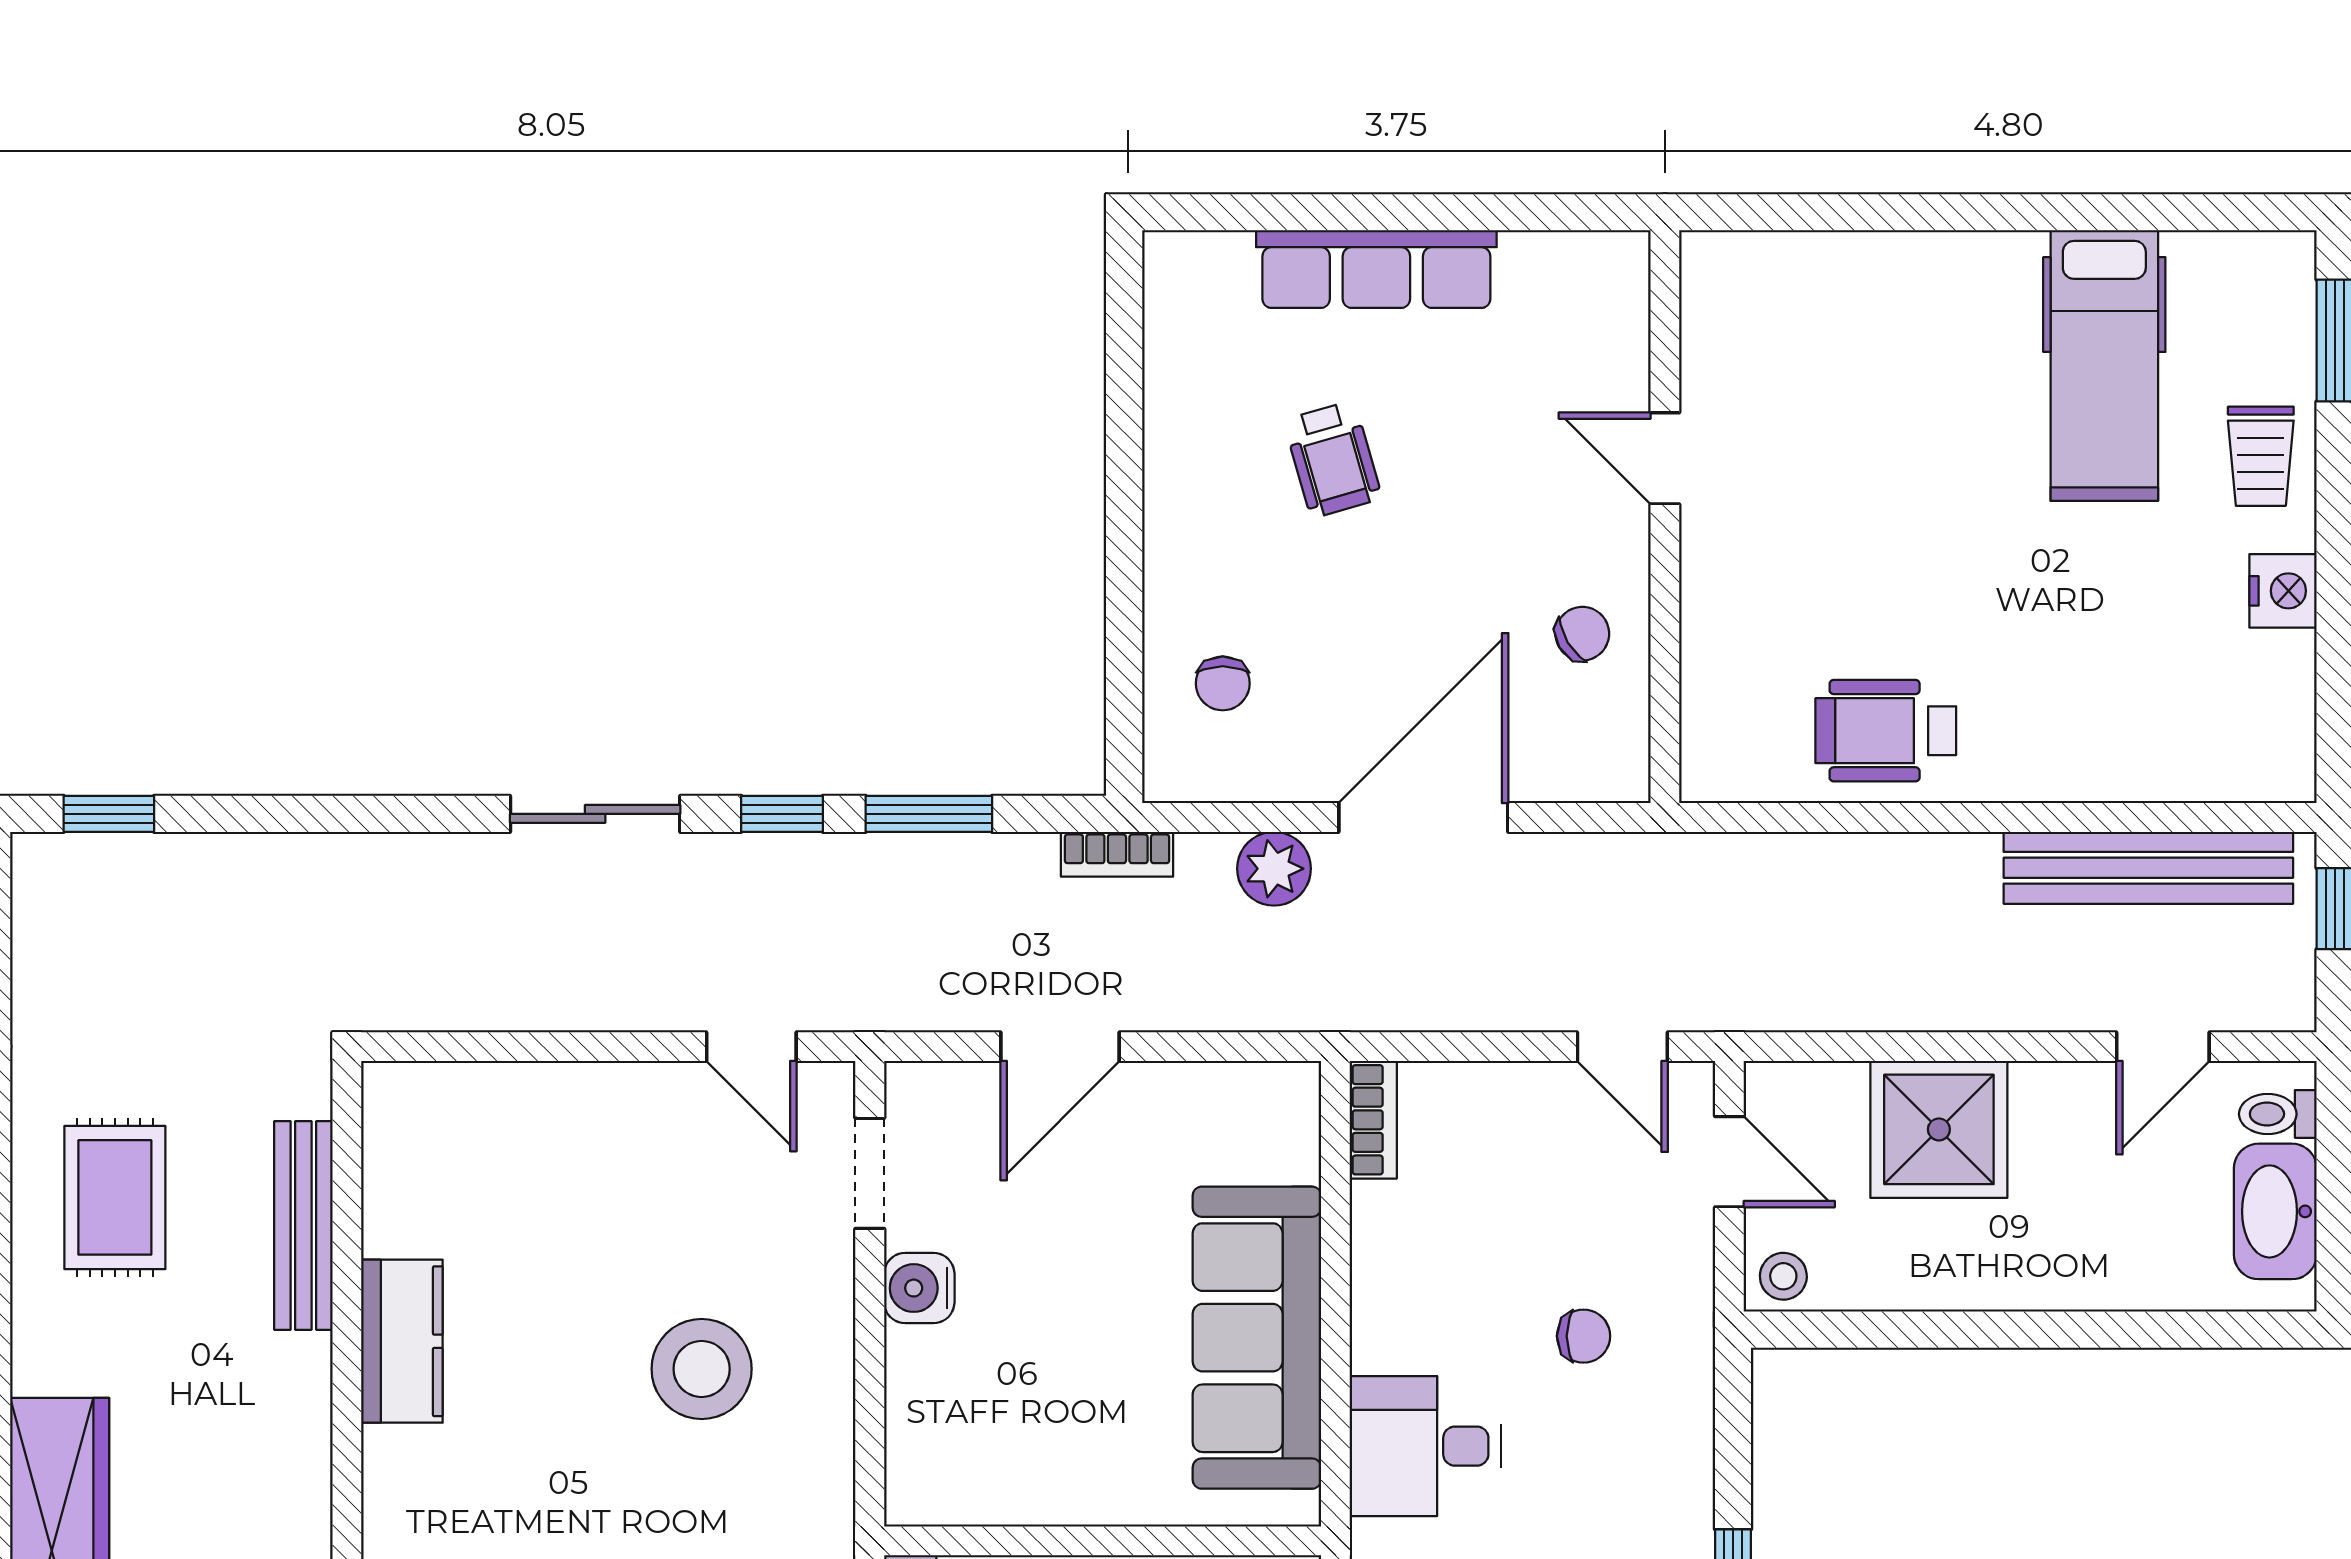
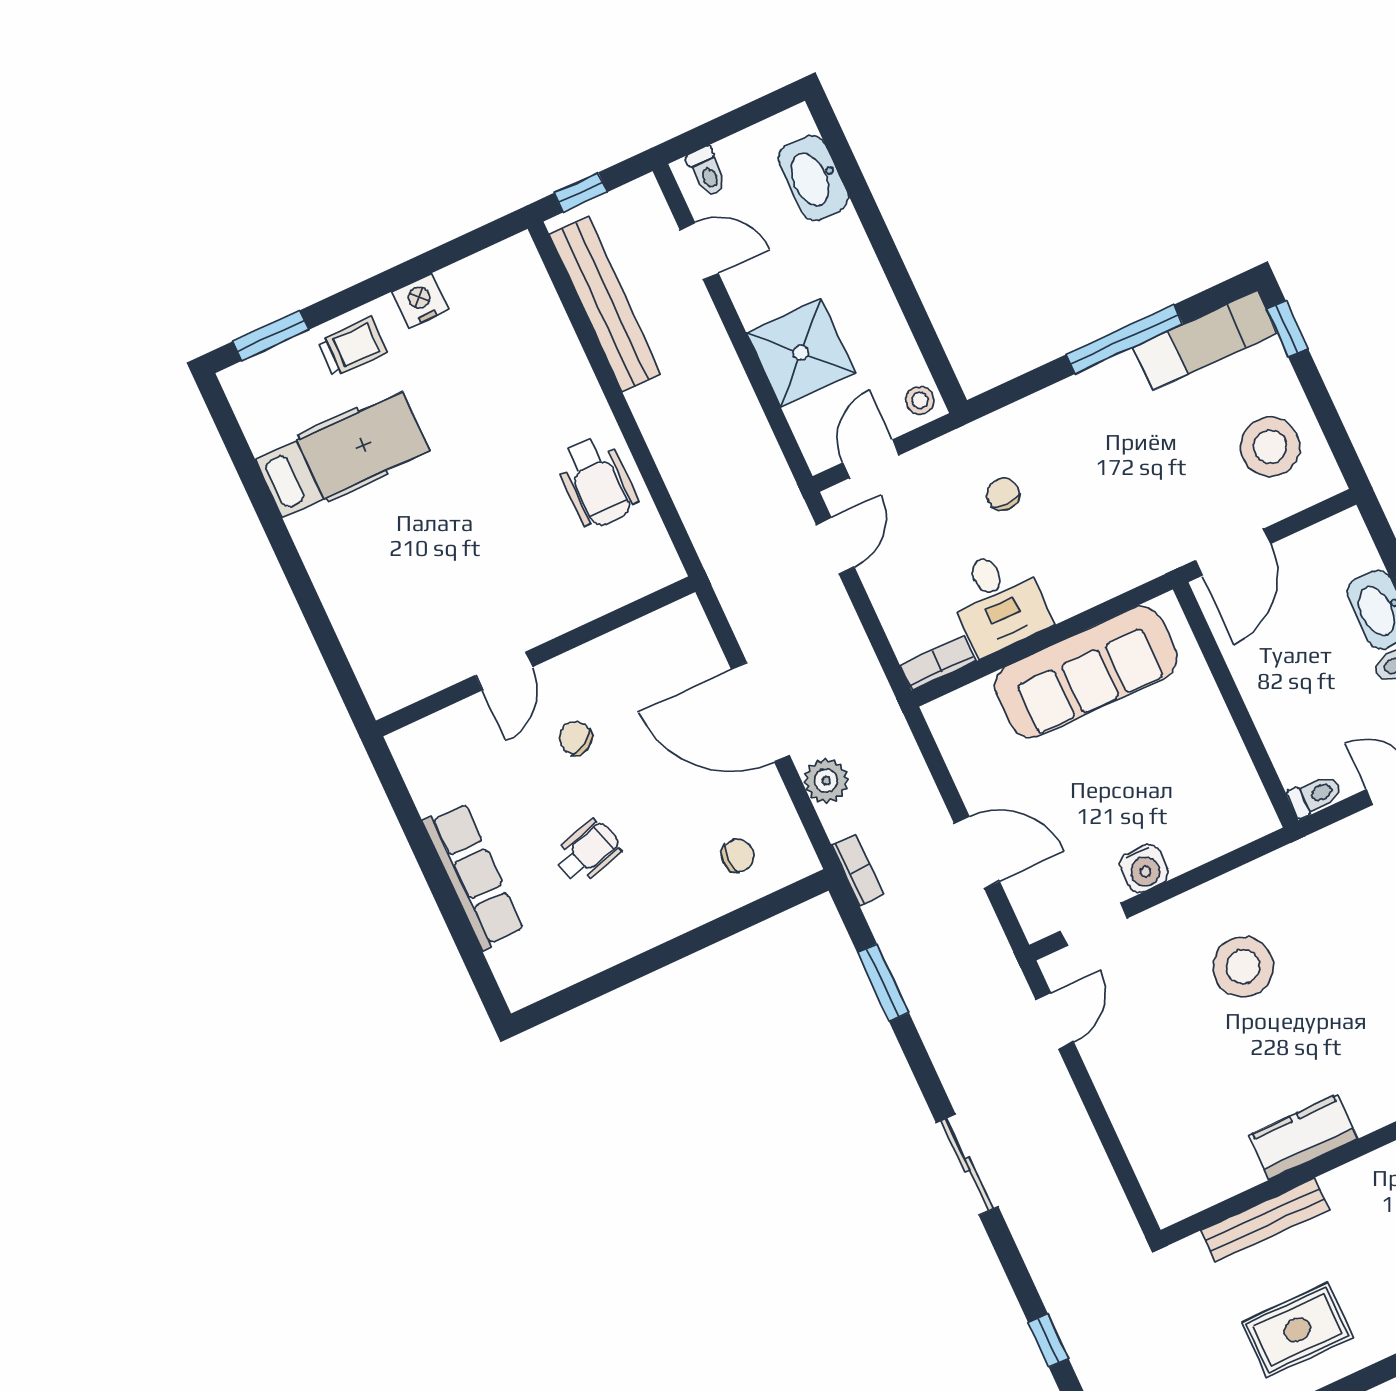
chair: (1582, 634) -> (575, 738), moved
window: (782, 814) -> (1048, 1341), moved
washbasin: (2275, 1211) -> (813, 178), moved, turned 90
desk: (1425, 1446) -> (998, 601), moved

